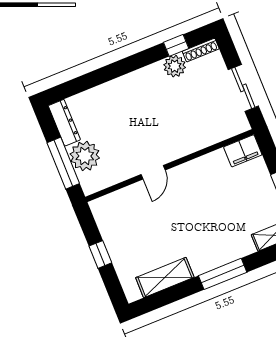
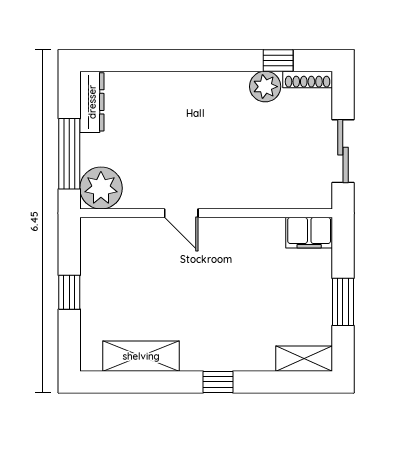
plant: (85, 156) -> (101, 188), moved
door: (153, 172) -> (181, 213), hinge flipped
window: (223, 274) -> (218, 382), width x0.46

